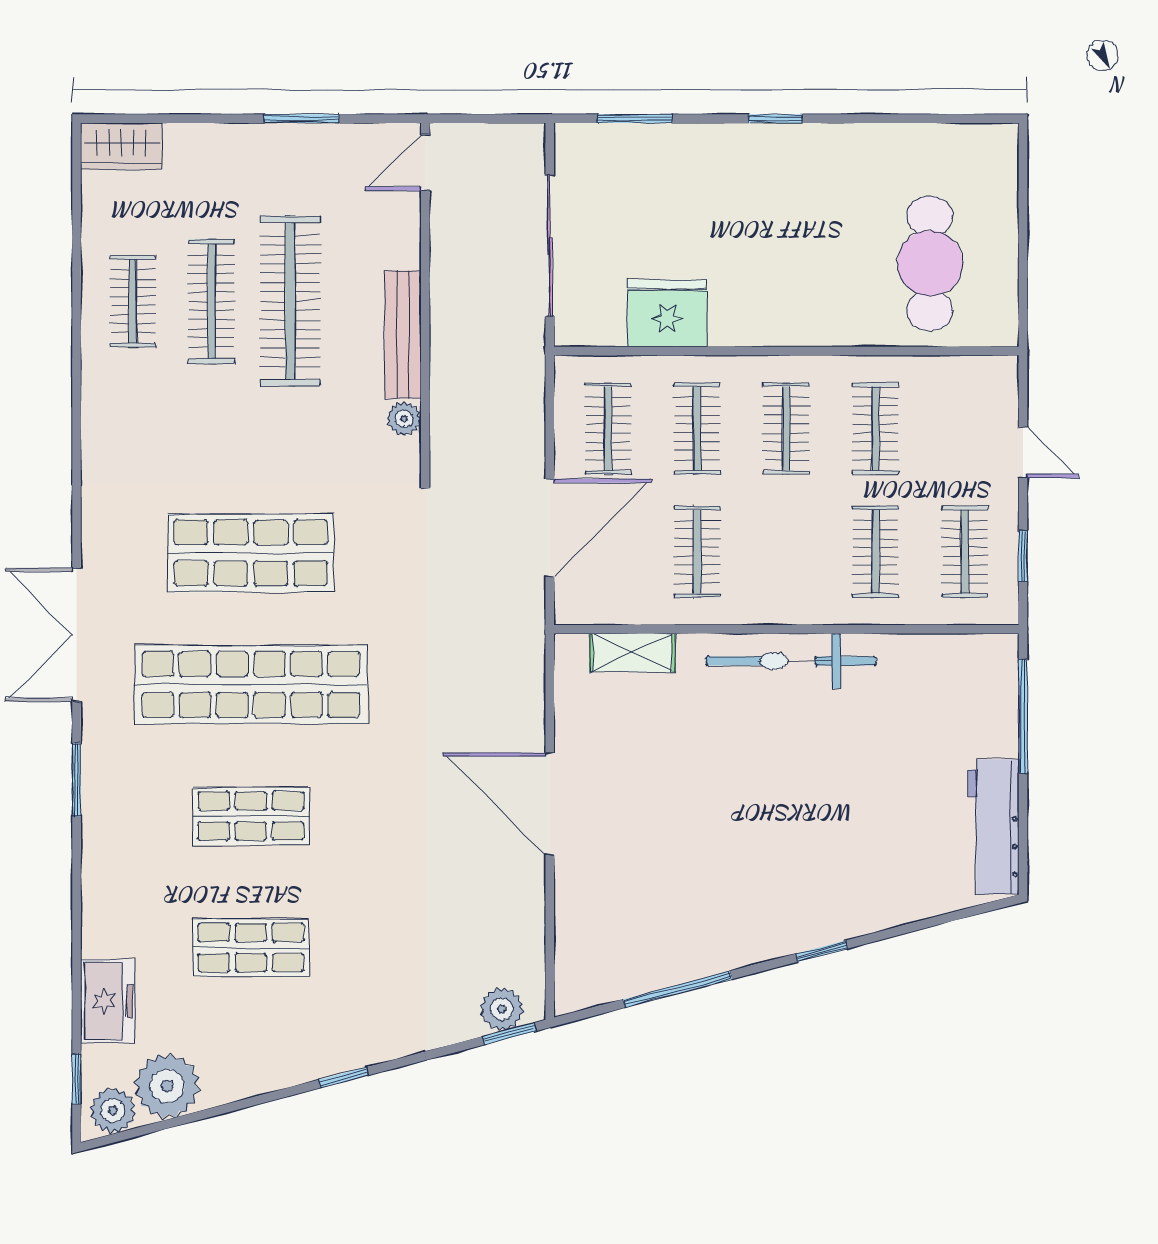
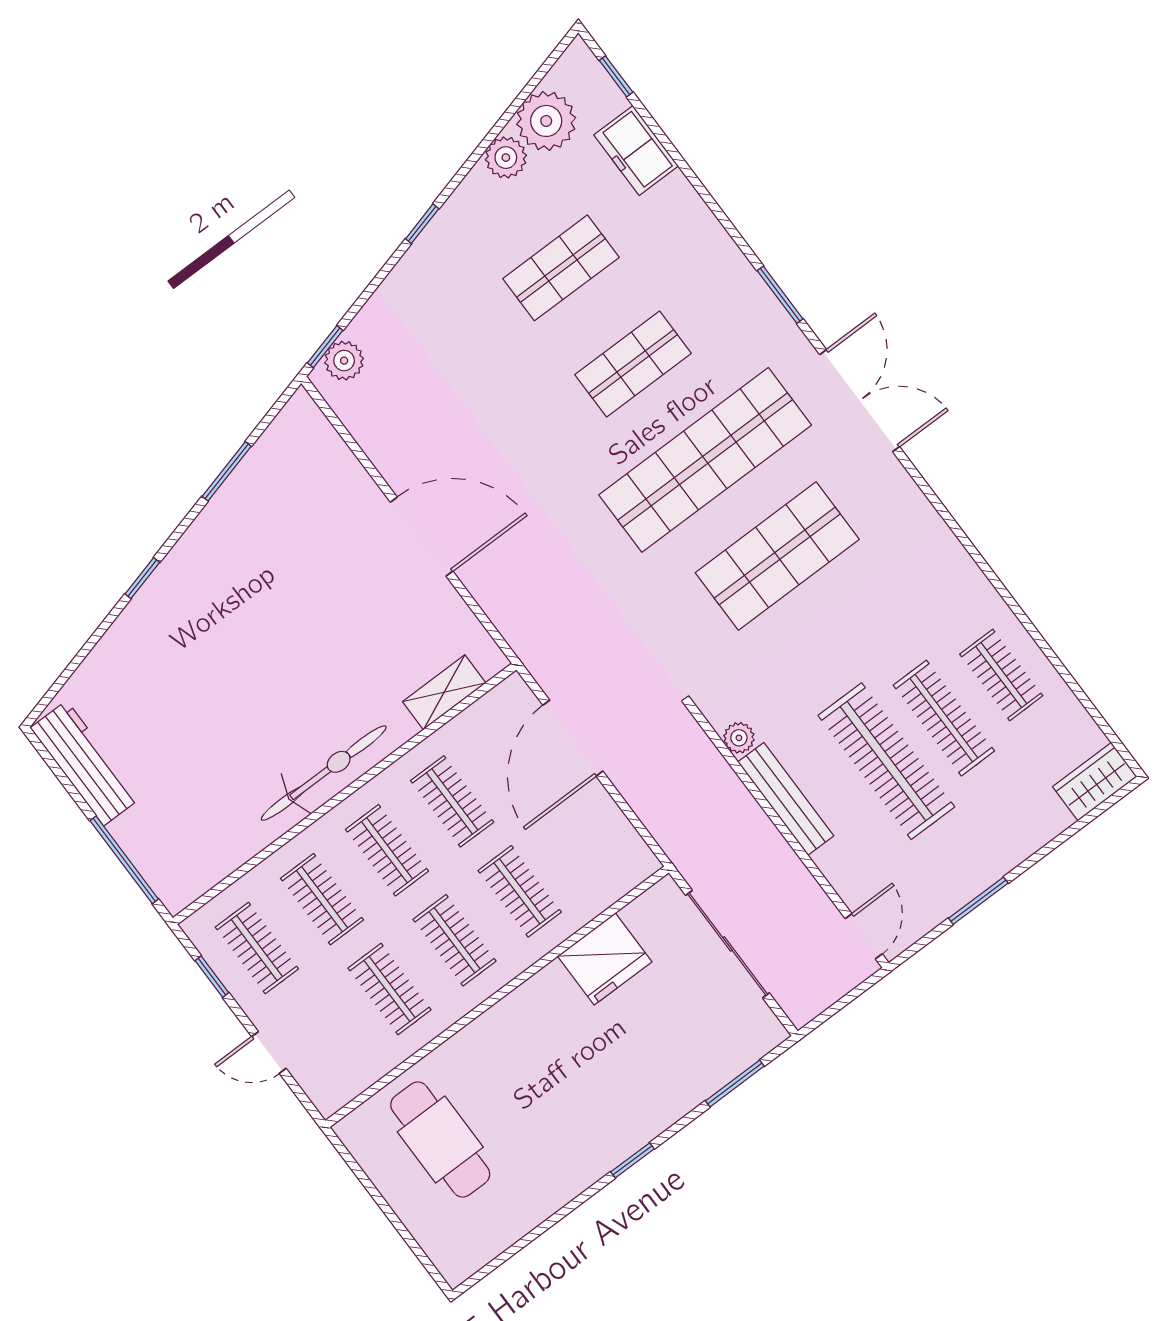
clothes rail: (608, 429) -> (387, 850), moved
window: (678, 989) -> (227, 471), width x0.69
plant: (113, 1111) -> (506, 158), moved

